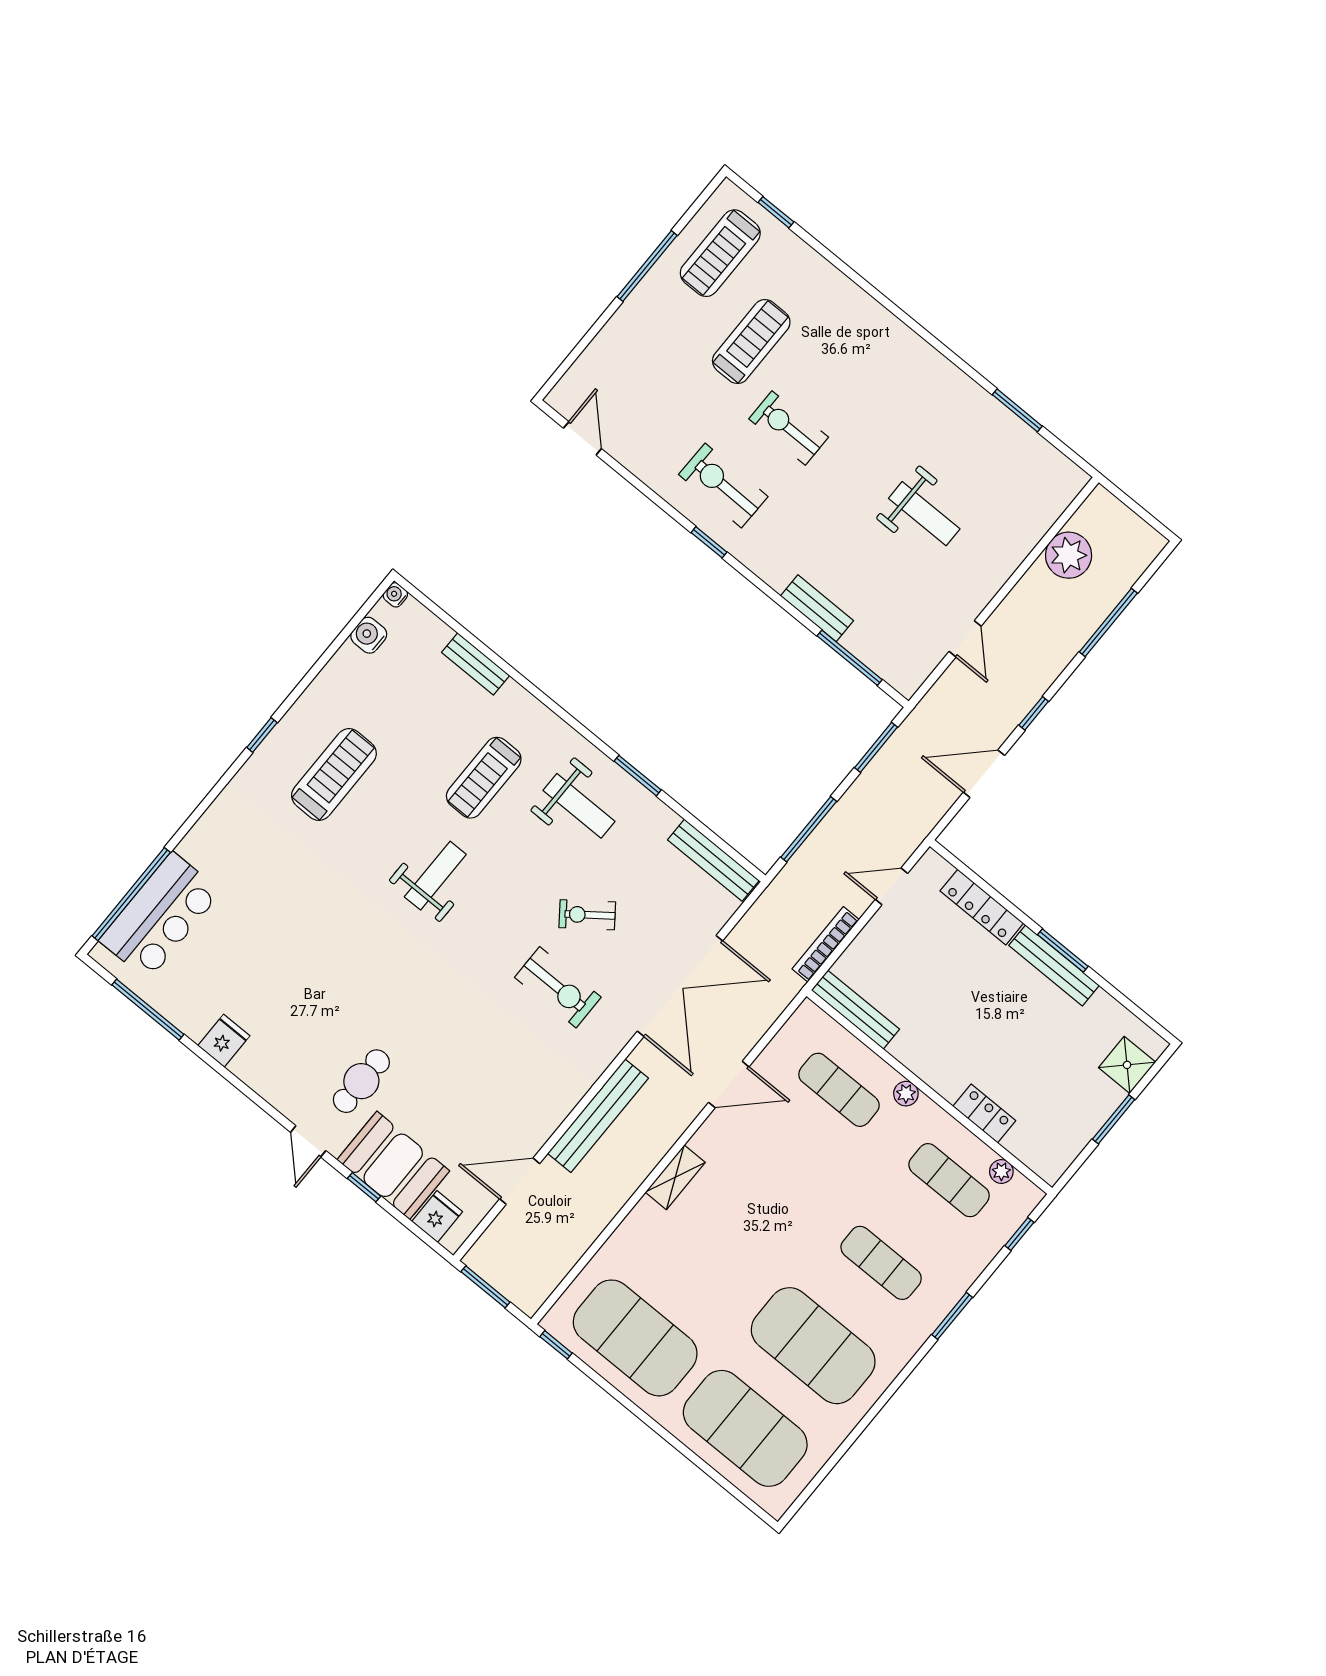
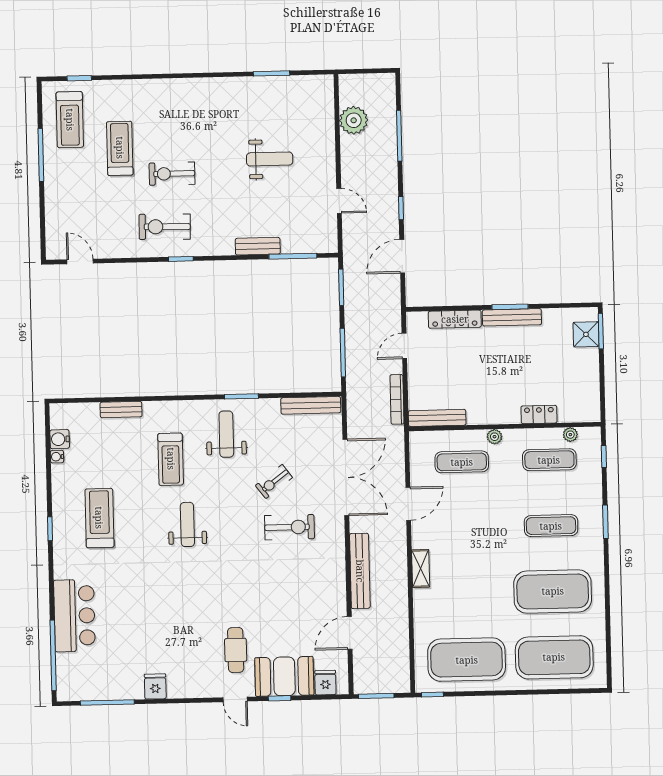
water cooler: (395, 595) -> (57, 457), moved
weight bench: (579, 806) -> (226, 434), turned -90
bar counter: (160, 916) -> (74, 616), moved
window: (1114, 1119) -> (601, 331), moved

